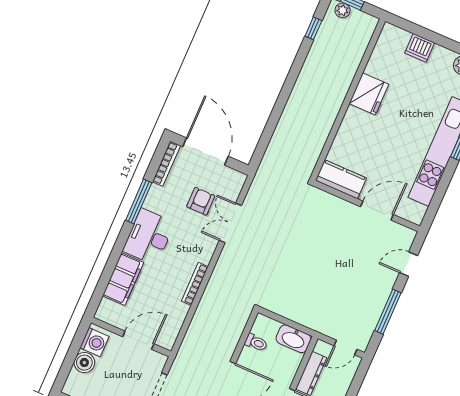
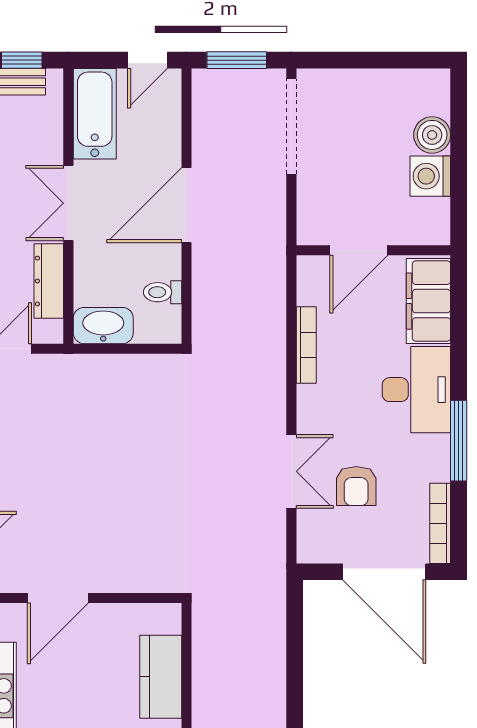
kitchen counter: (341, 179) -> (161, 677), moved, turned 90
wall: (131, 337) -> (373, 250), moved
door: (138, 340) -> (359, 250), moved

